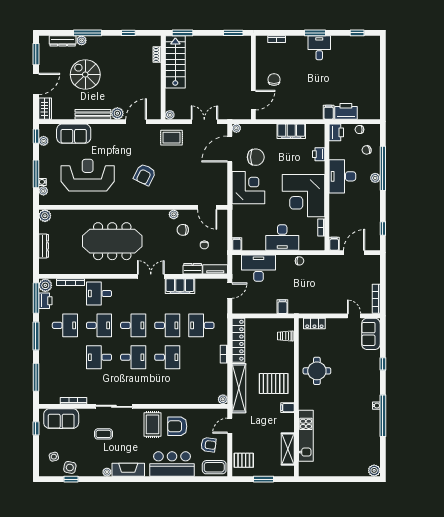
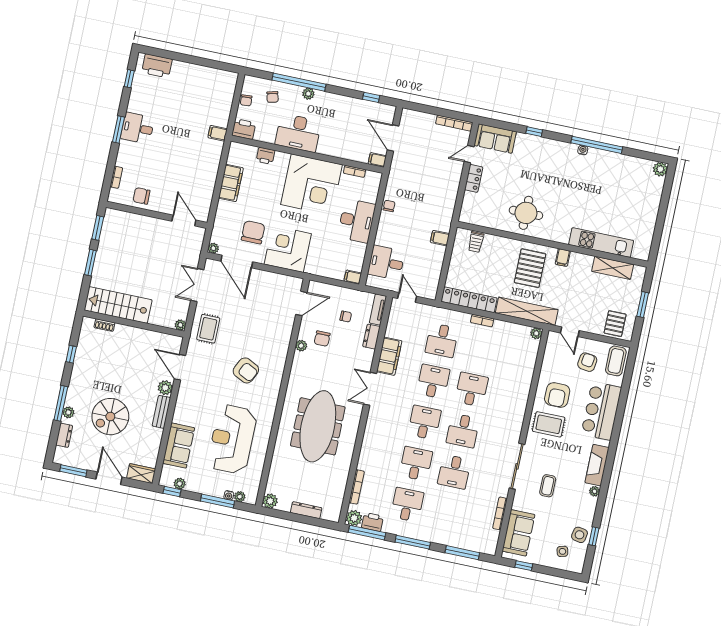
window: (183, 33) -> (90, 263), moved
dresser: (63, 41) -> (64, 435), width x0.70
chair: (274, 79) -> (141, 196), moved
printer: (346, 111) -> (157, 66), moved, turned -90
bench: (93, 114) -> (161, 412), width x0.73
desk: (259, 268) -> (386, 263), width x0.73
desk: (99, 294) -> (378, 456), removed
locker: (314, 324) -> (474, 178), moved
desk: (133, 357) -> (463, 431), turned 180

